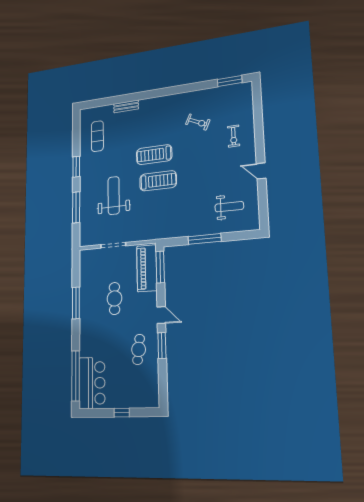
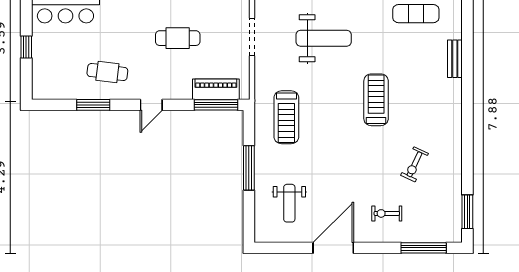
window: (257, 107) -> (424, 248), added
door: (261, 171) -> (333, 248), width x1.88
treadmill: (158, 181) -> (286, 117), moved
piano: (147, 268) -> (216, 89), width x0.73, depth x0.75
window: (162, 345) -> (93, 105), moved

